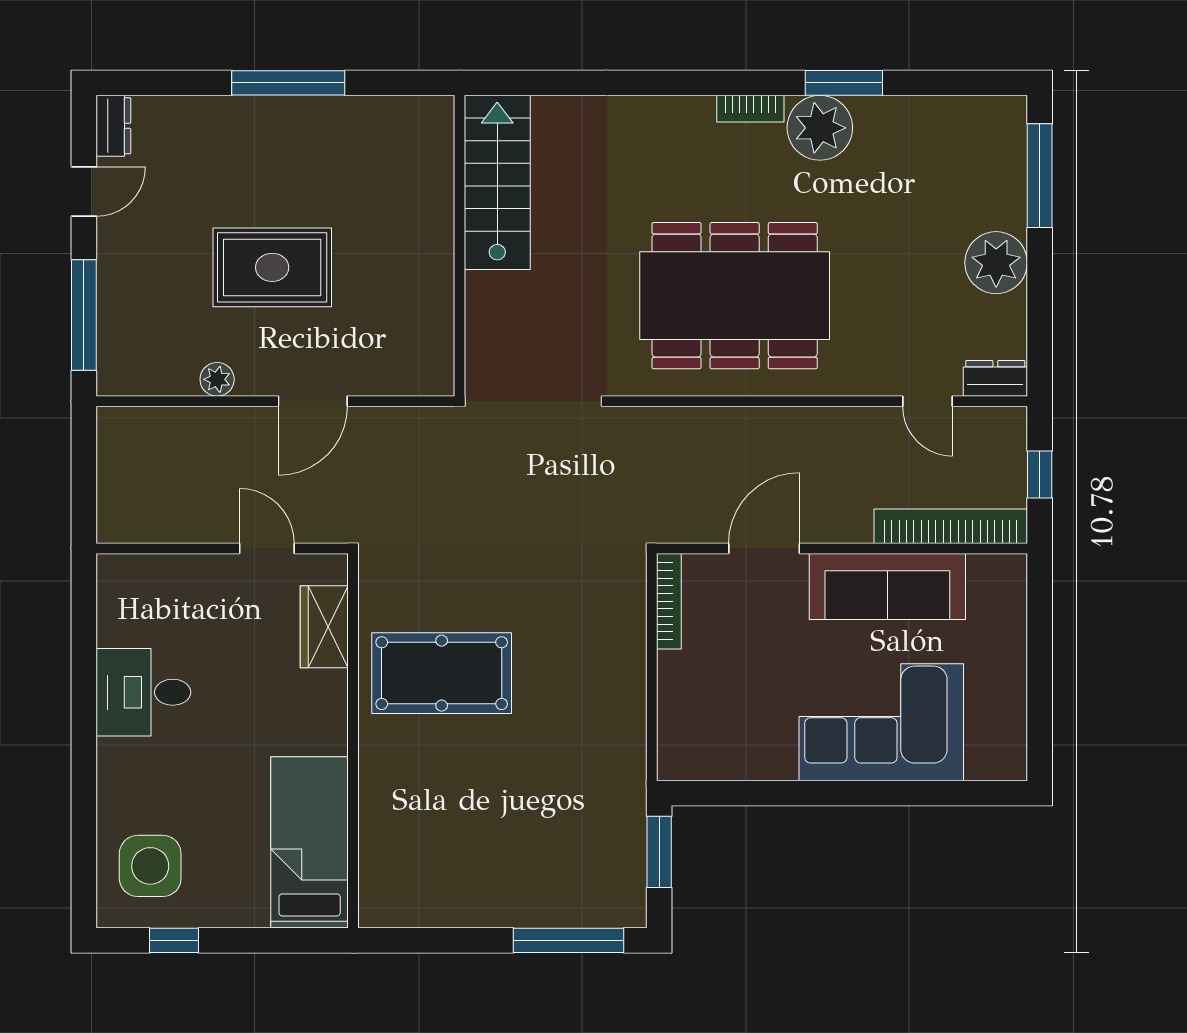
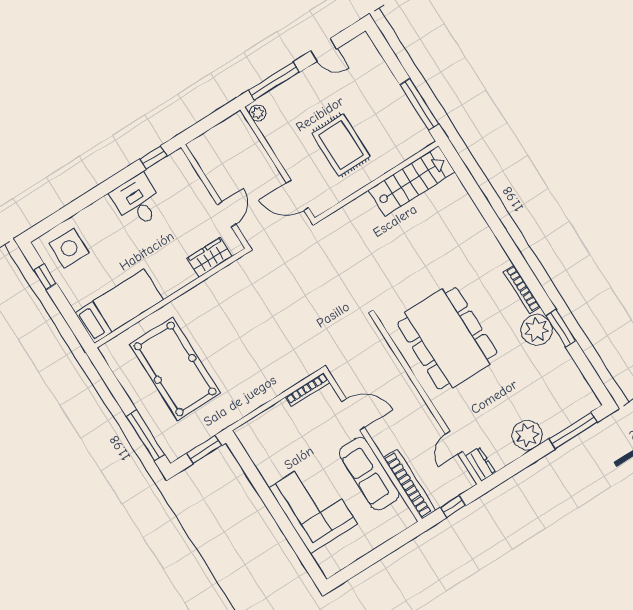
bookcase: (750, 109) -> (522, 289), width x1.56
dresser: (113, 126) -> (358, 45), removed
stairs: (497, 182) -> (412, 181), moved
wall: (459, 246) -> (377, 182), moved
plant: (217, 379) -> (258, 113), moved
window: (84, 615) -> (153, 158), added
pool table: (442, 673) -> (175, 369), moved, width x1.36, depth x1.32

